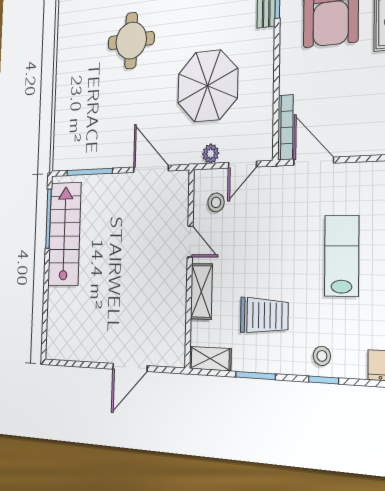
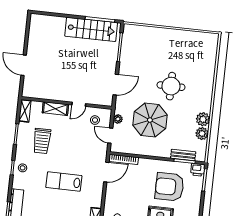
round table: (131, 41) -> (171, 86), moved
lab bench: (342, 256) -> (64, 182), turned 180

